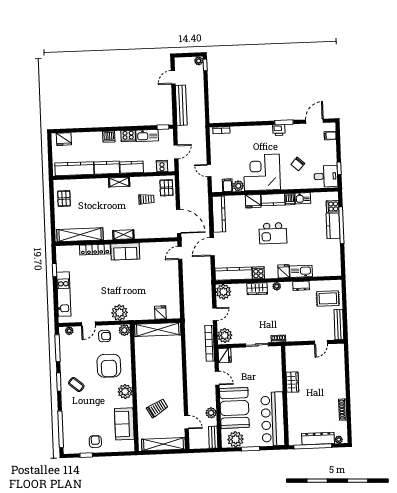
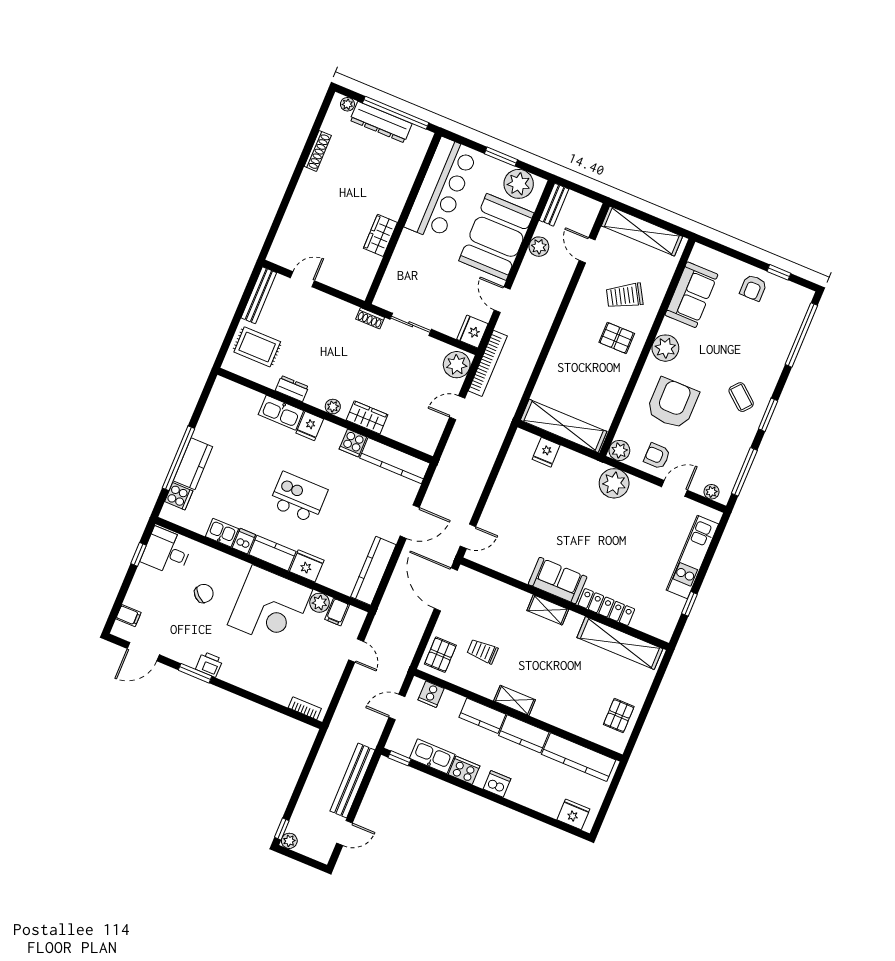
plant: (223, 292) -> (425, 438), removed
pallet: (152, 385) -> (617, 338), added

